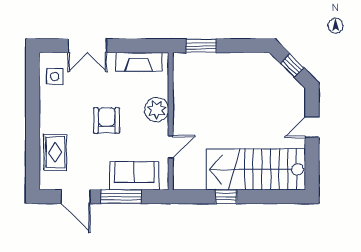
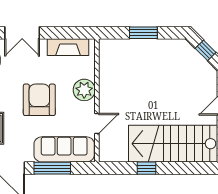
window: (201, 46) -> (143, 33), moved
armchair: (107, 121) -> (39, 100), width x1.36, depth x1.36
sofa: (134, 176) -> (64, 149), width x1.36

